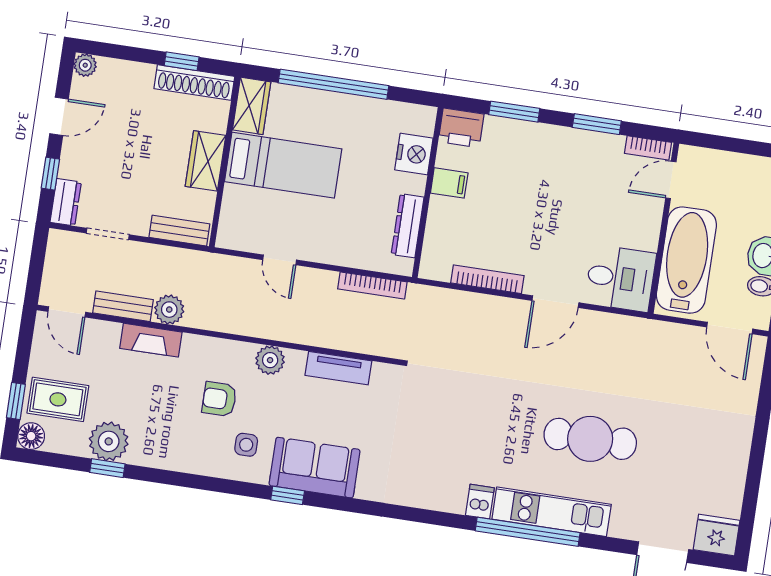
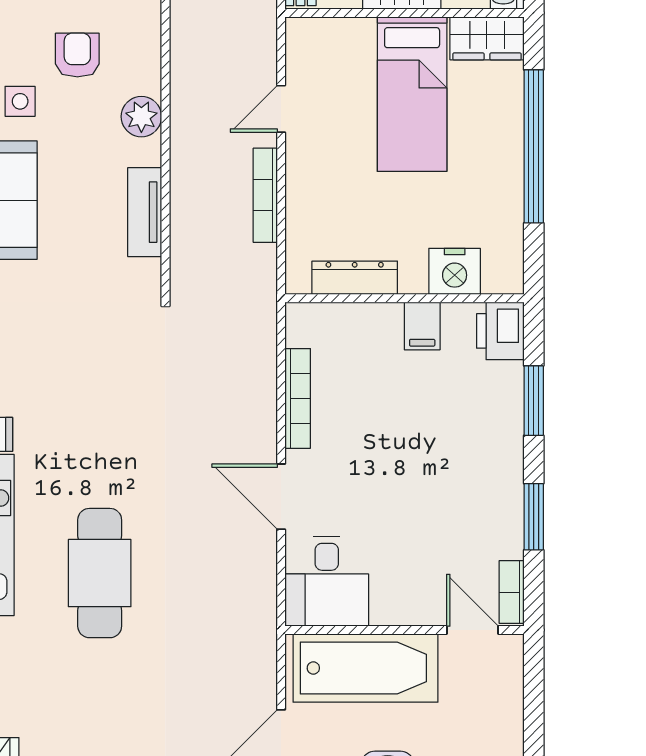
bookcase: (372, 285) -> (265, 195), moved

